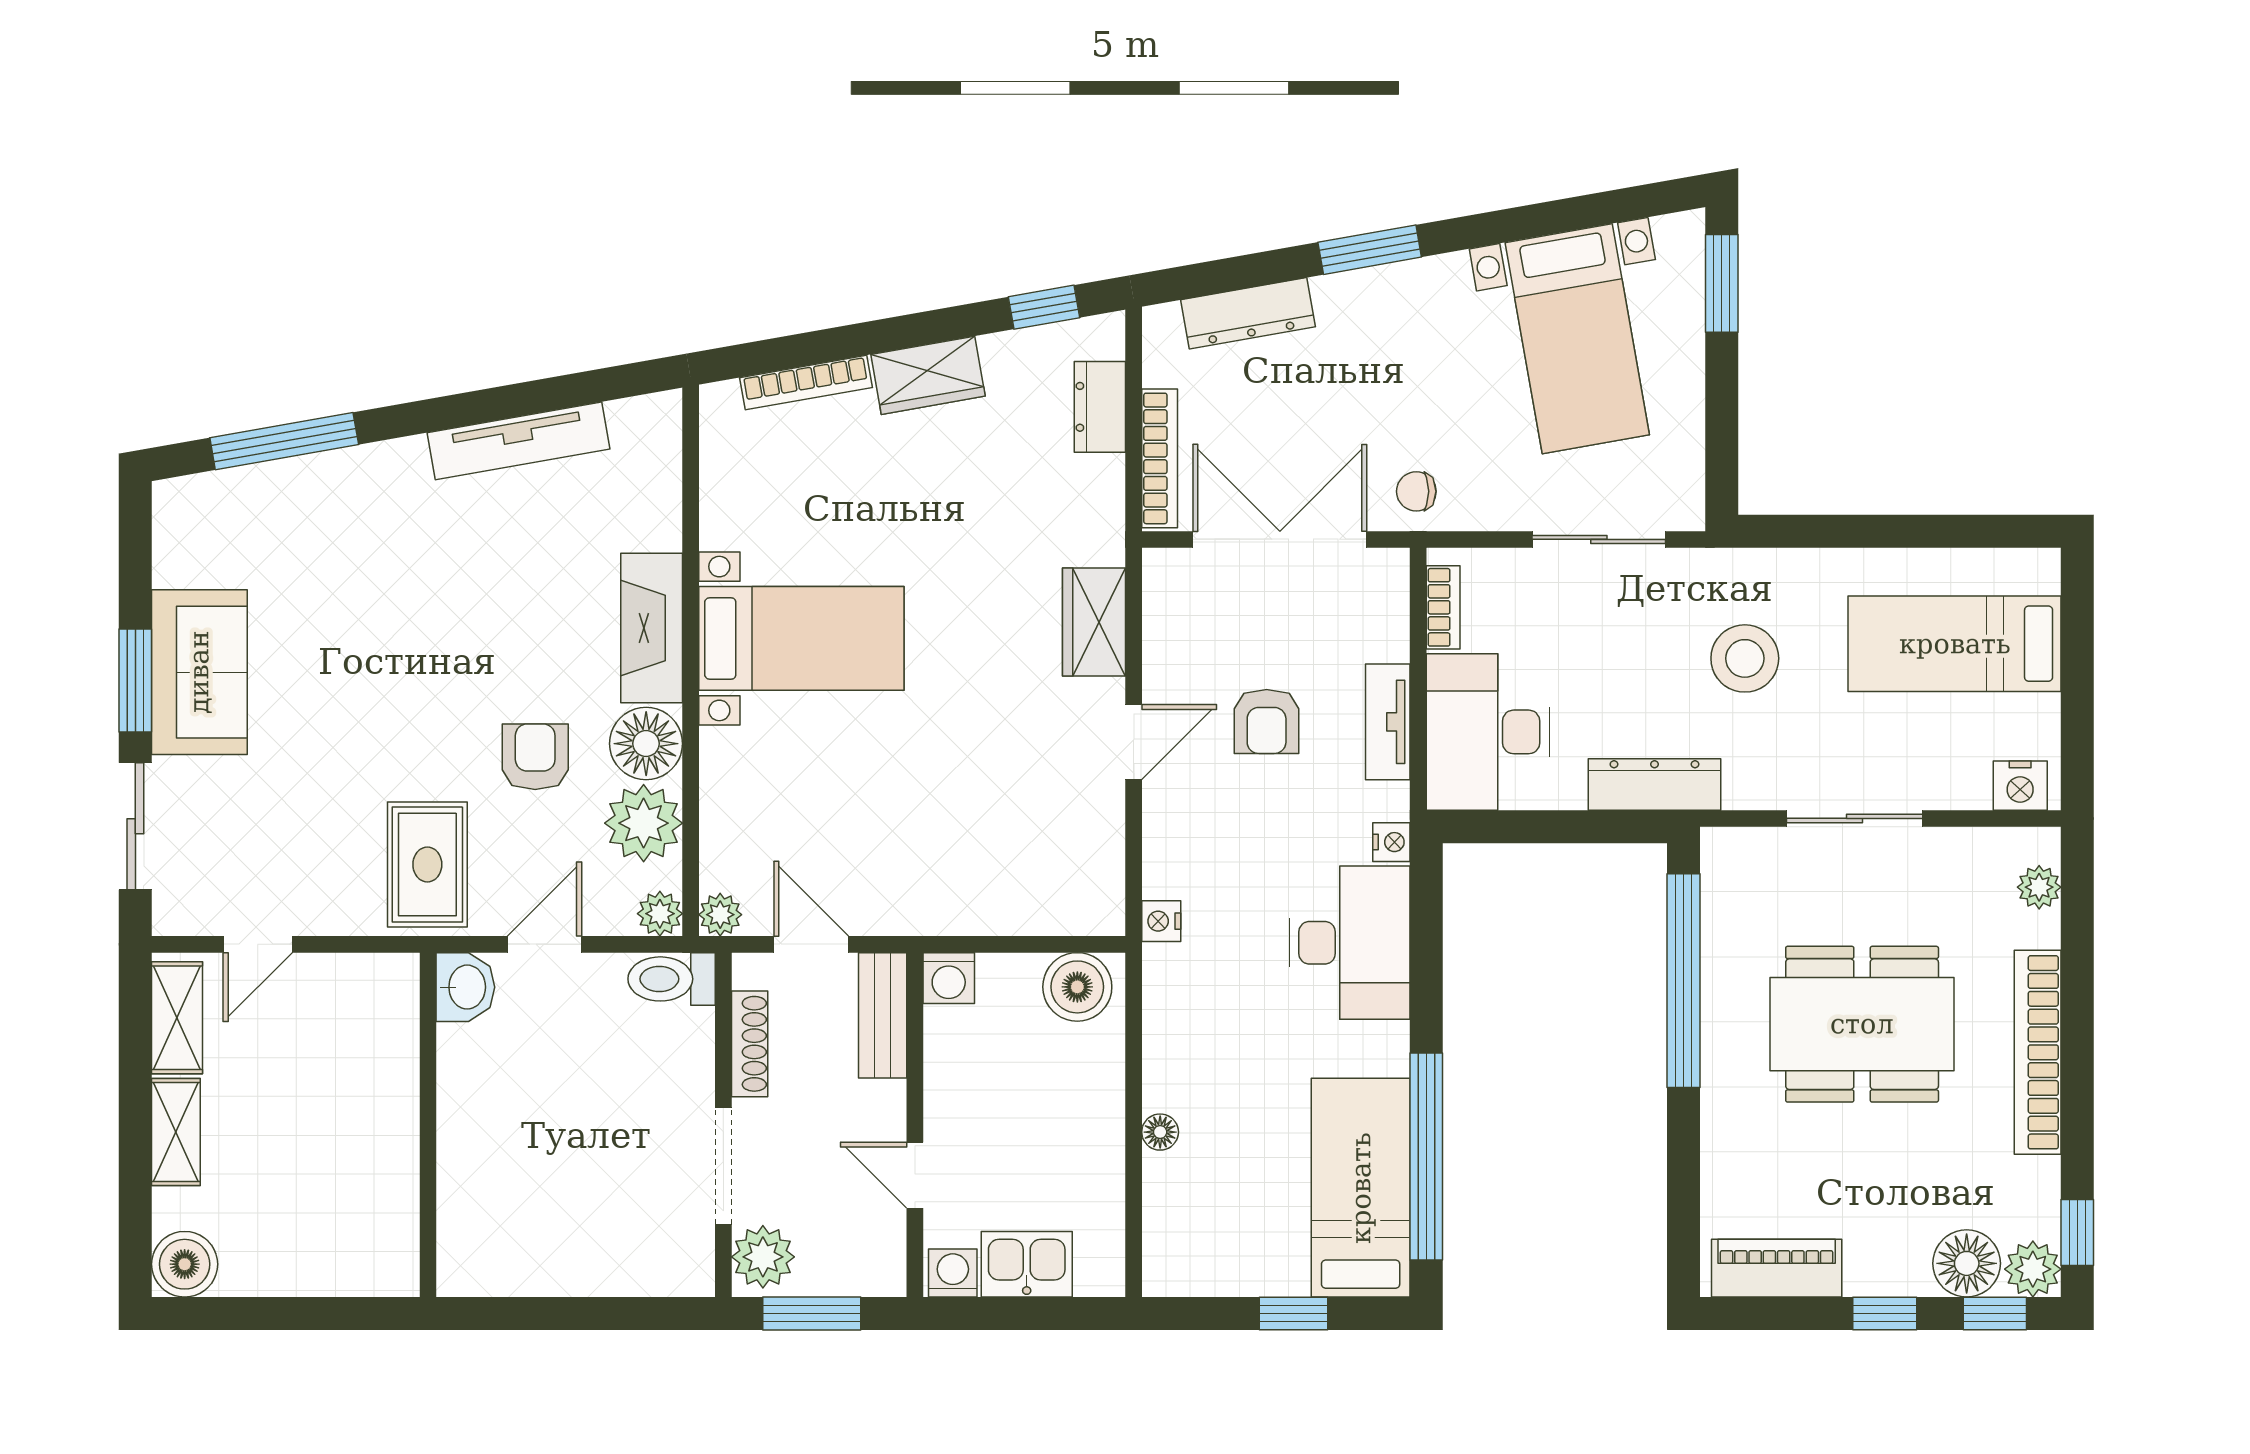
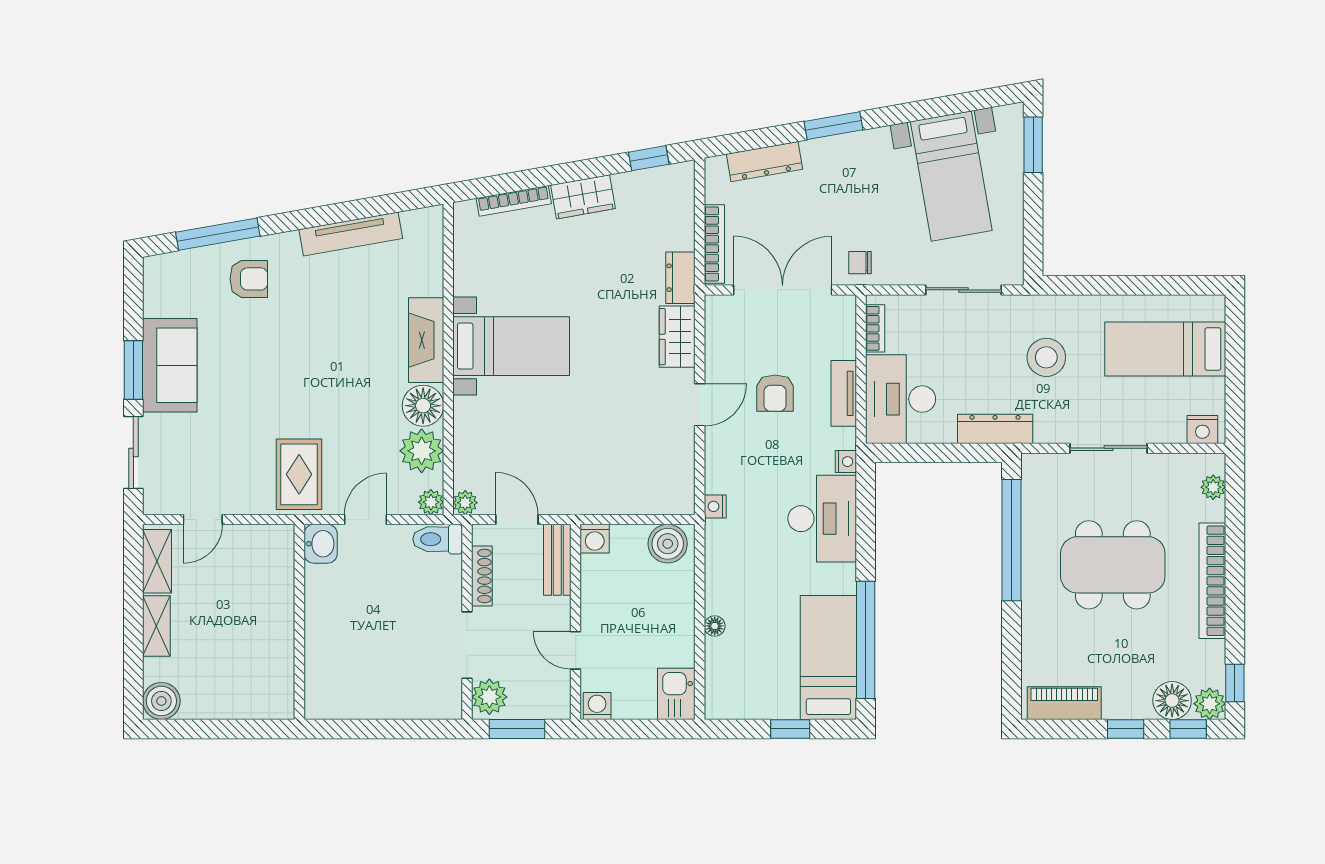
dresser: (1100, 407) -> (680, 278), moved
armchair: (535, 757) -> (249, 279), moved, turned 90
kitchen sink: (1027, 1264) -> (676, 694), moved, turned -90

